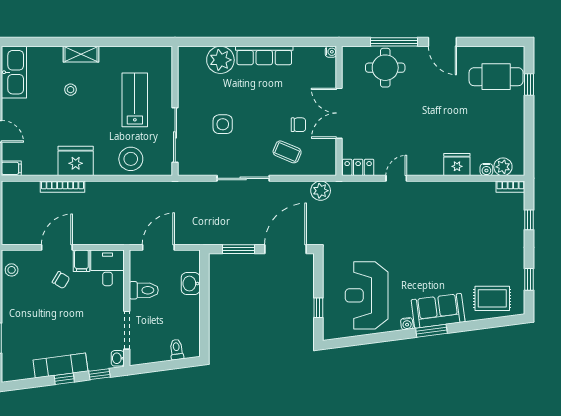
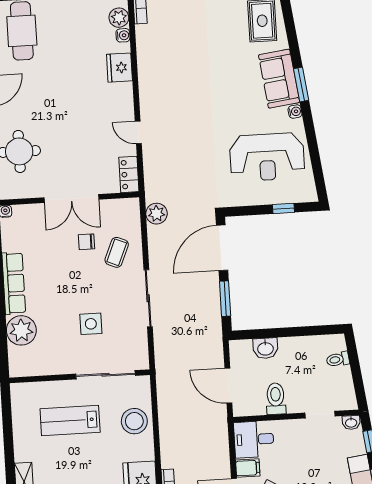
chair: (298, 125) -> (87, 242), turned -90
door: (286, 249) -> (222, 248), hinge flipped
doorway: (127, 330) -> (320, 415), width x0.73

